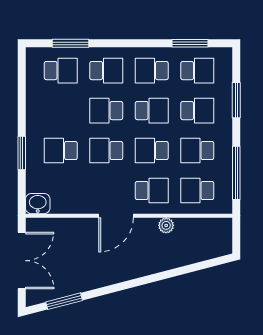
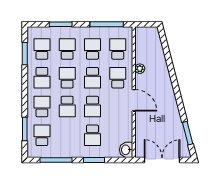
window: (22, 93) -> (56, 160), added
school desk: (197, 151) -> (92, 49), turned 180
school desk: (197, 191) -> (118, 49), turned 180

